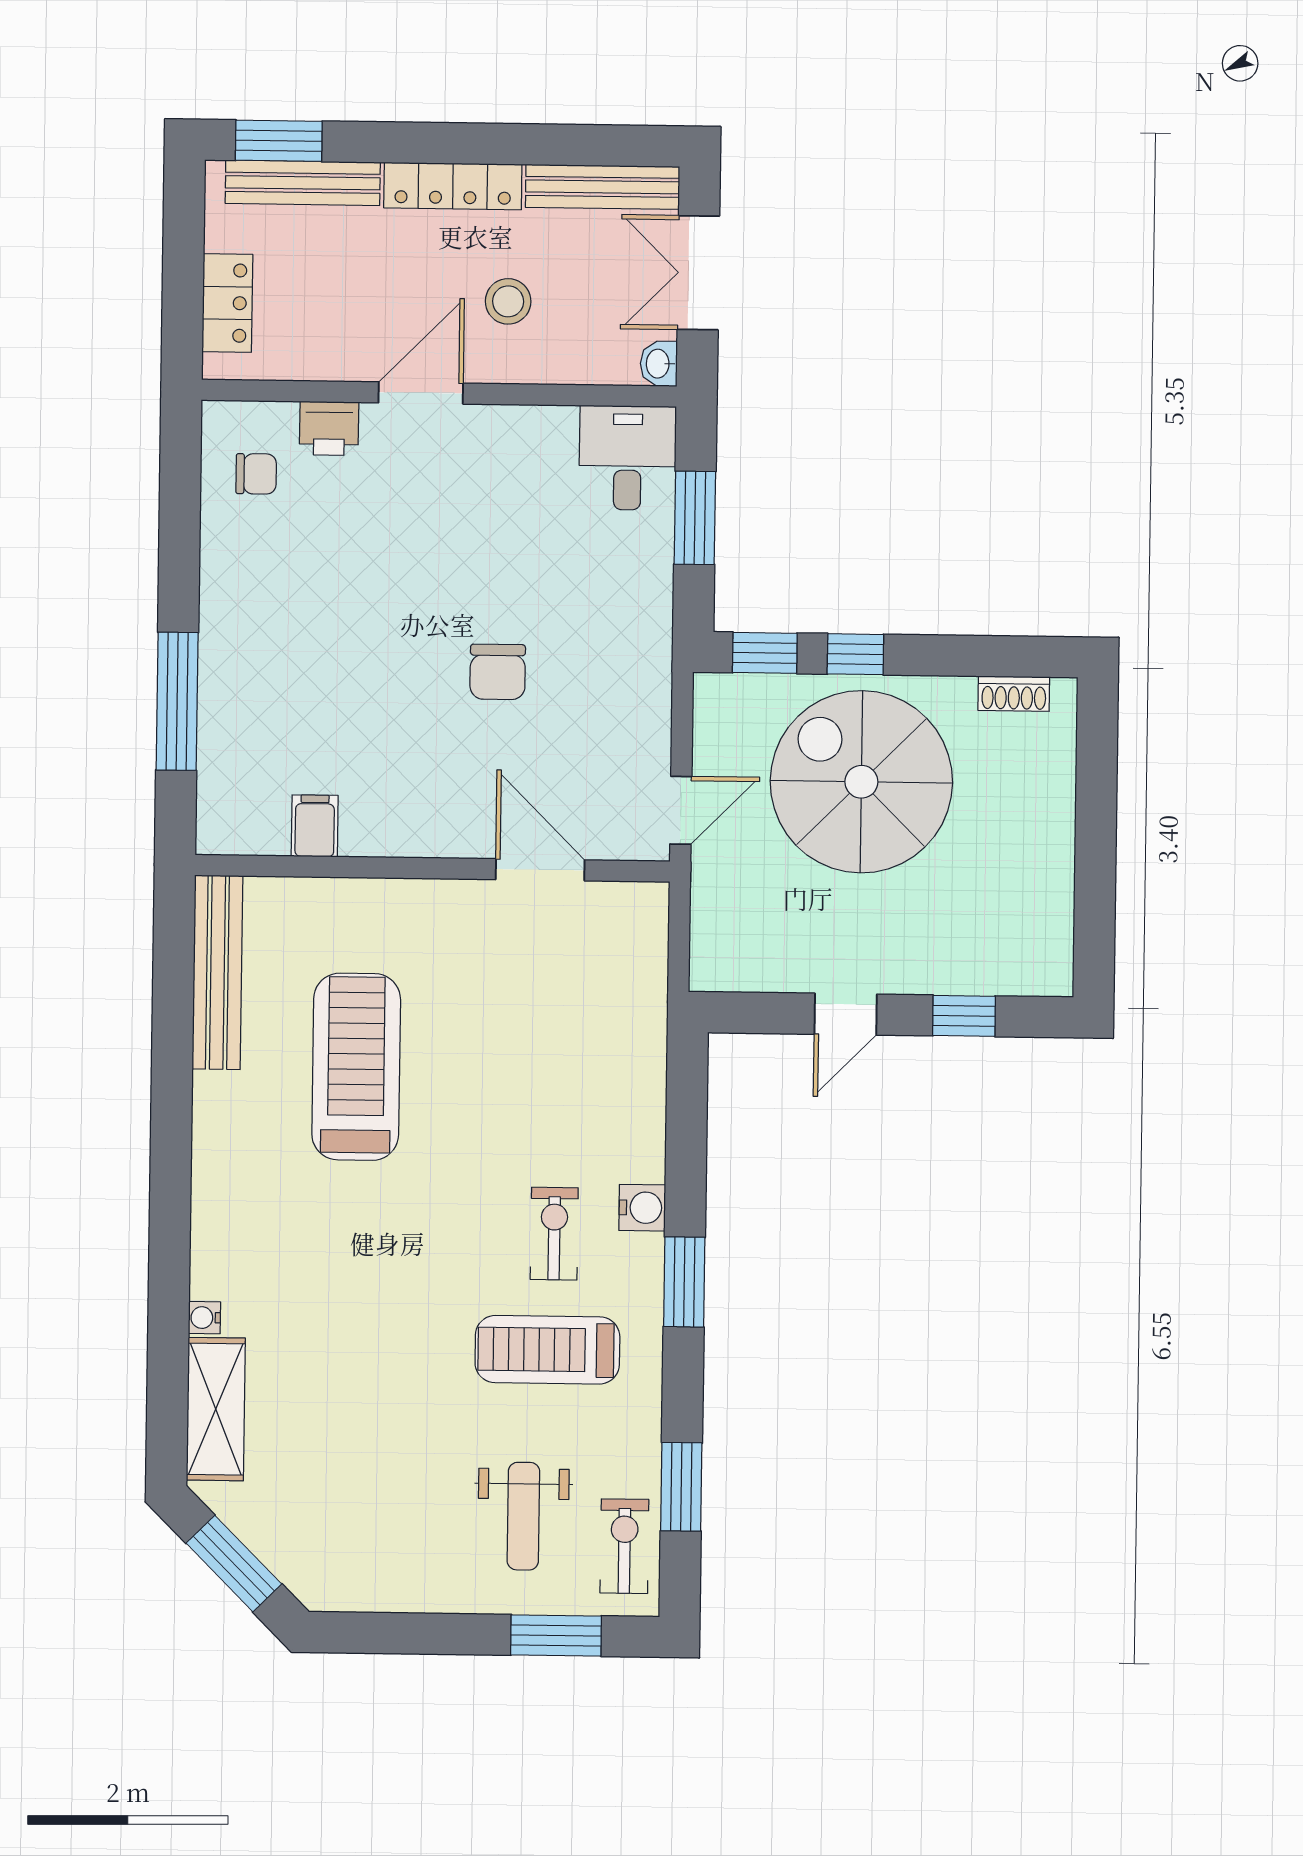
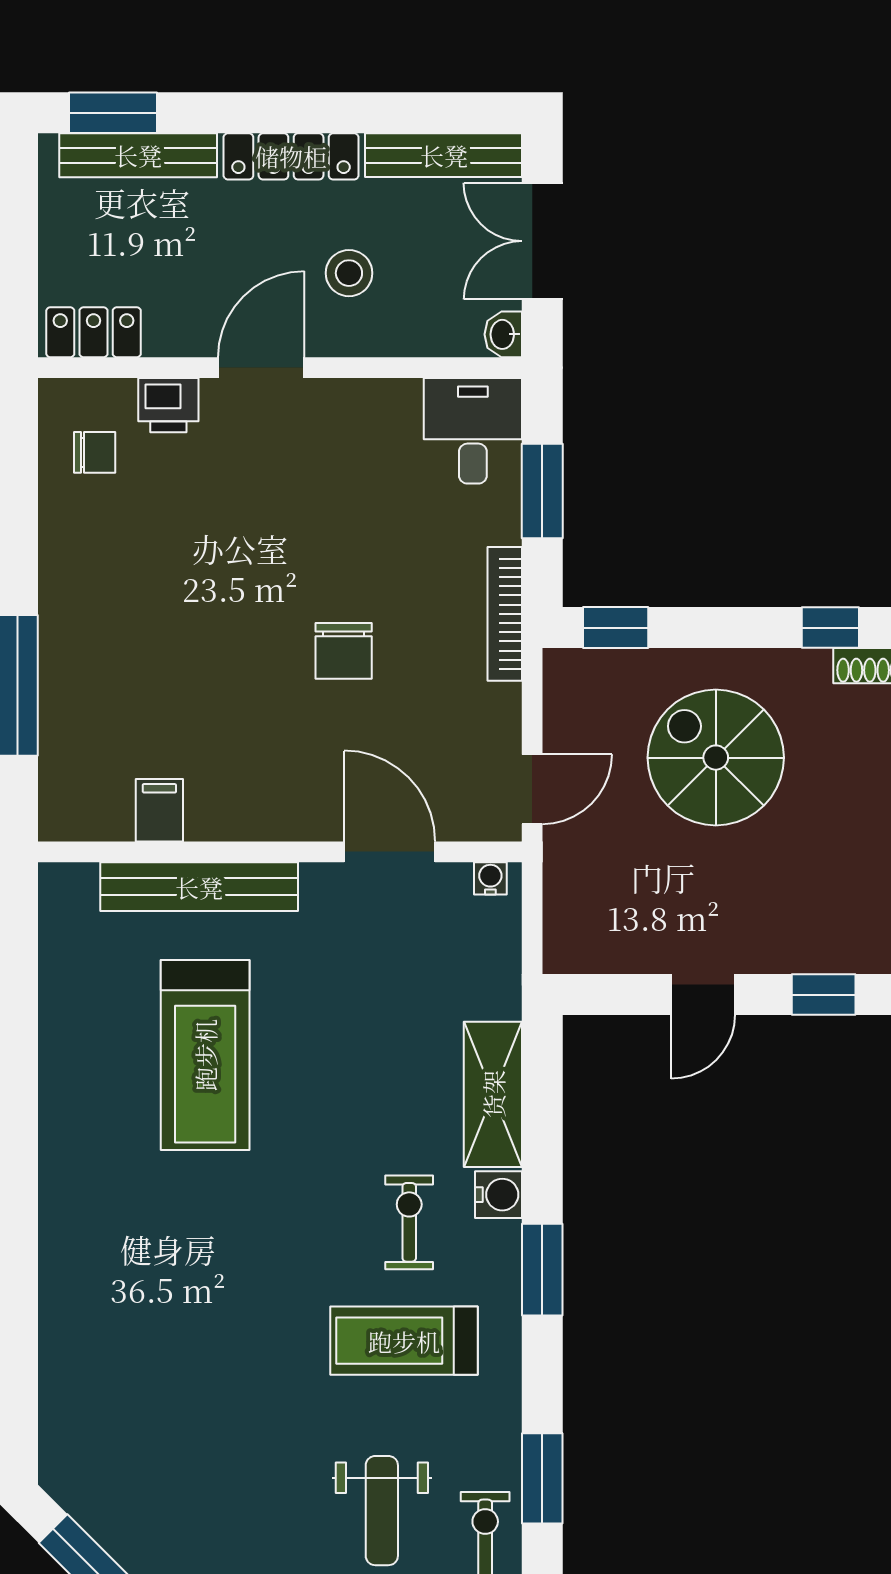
locker: (227, 303) -> (94, 332), moved, turned -90
bookcase: (656, 638) -> (505, 614), added
window: (855, 654) -> (830, 628), moved
spiral stairs: (861, 782) -> (716, 758), width x0.73, depth x0.73
bench: (217, 972) -> (199, 887), moved, turned 90
treadmill: (356, 1067) -> (205, 1055), turned 180
water cooler: (204, 1318) -> (490, 878), moved, turned 90
shelving: (216, 1409) -> (493, 1094), moved

